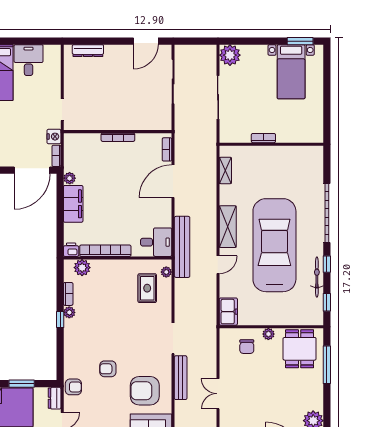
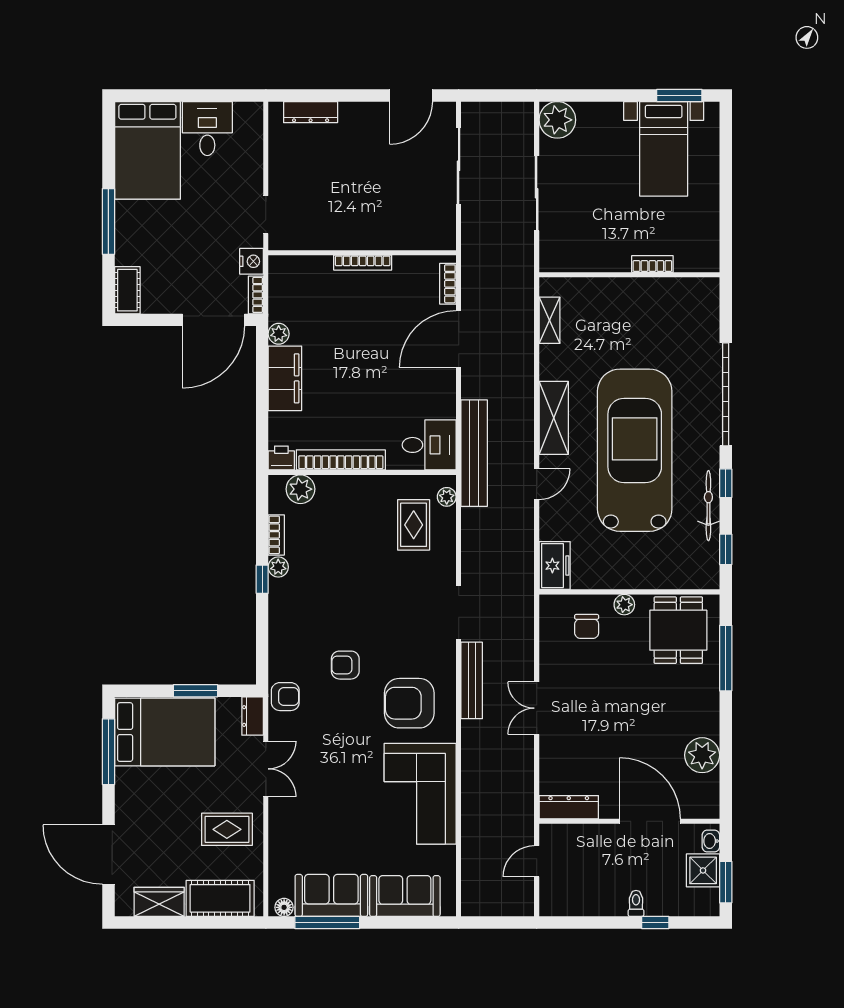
bookcase: (263, 138) -> (652, 264), moved

